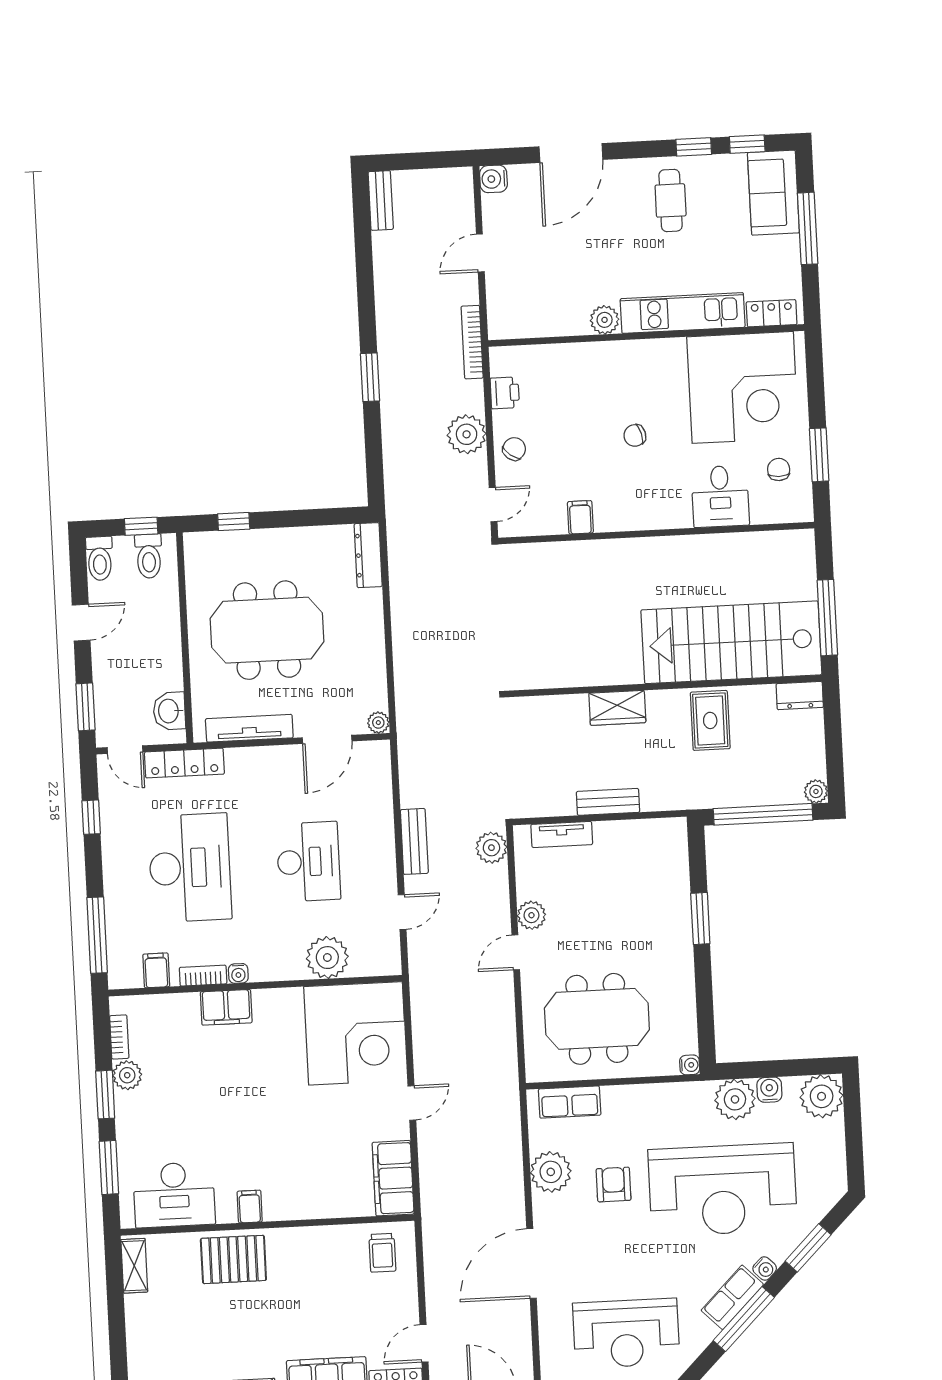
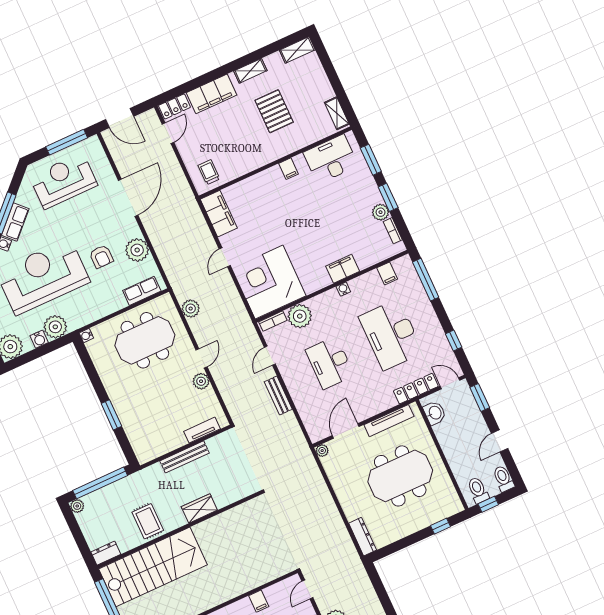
bench: (608, 802) -> (185, 457), width x1.36
plant: (491, 848) -> (191, 309), moved
bookcase: (203, 976) -> (273, 321), moved
pallet: (233, 1259) -> (274, 111), moved, turned 90

